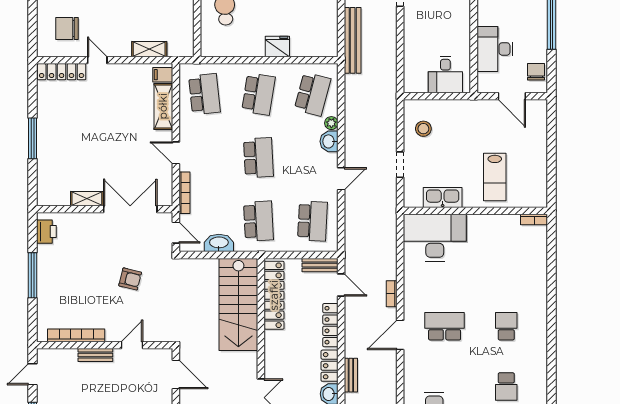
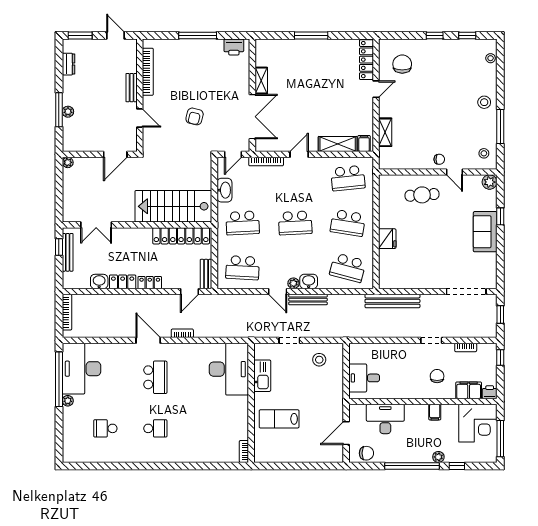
plant: (331, 123) -> (293, 283), moved
locker: (330, 325) -> (150, 283), width x0.66
bench: (351, 375) -> (308, 300), moved, width x1.36

